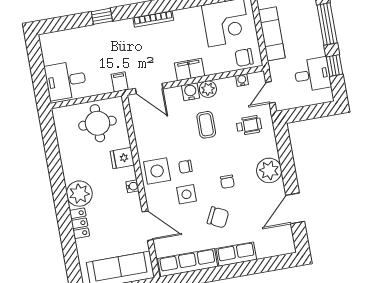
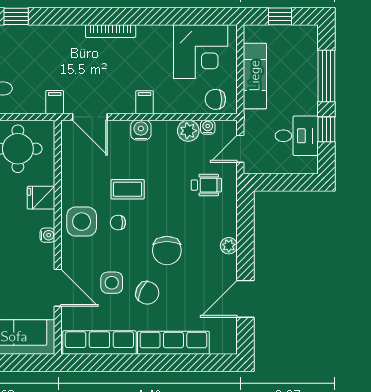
window: (102, 16) -> (16, 16), moved
filing cabinet: (189, 70) -> (145, 102), width x0.50
plant: (208, 89) -> (188, 131), moved
coffee table: (206, 125) -> (128, 189), moved, turned 90
plant: (269, 170) -> (229, 246), width x0.53, depth x0.53
chair: (227, 182) -> (167, 250), width x1.87, depth x1.87
side table: (186, 194) -> (112, 283), moved
row of seats: (236, 254) -> (173, 343), width x1.48

